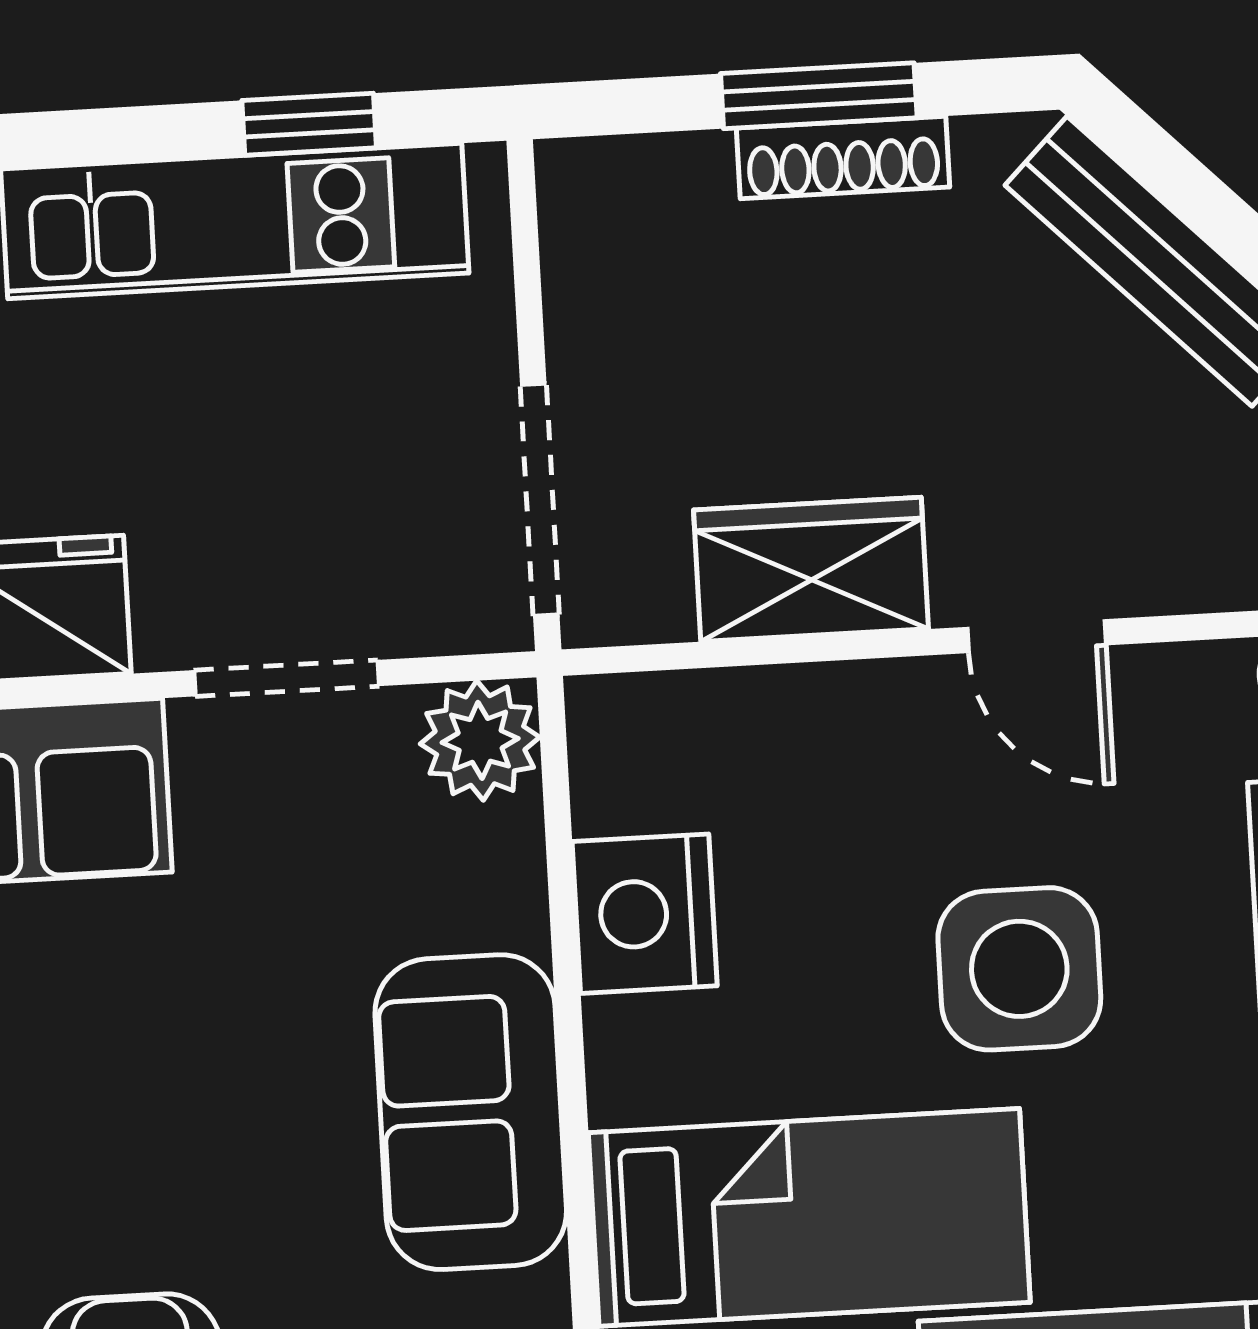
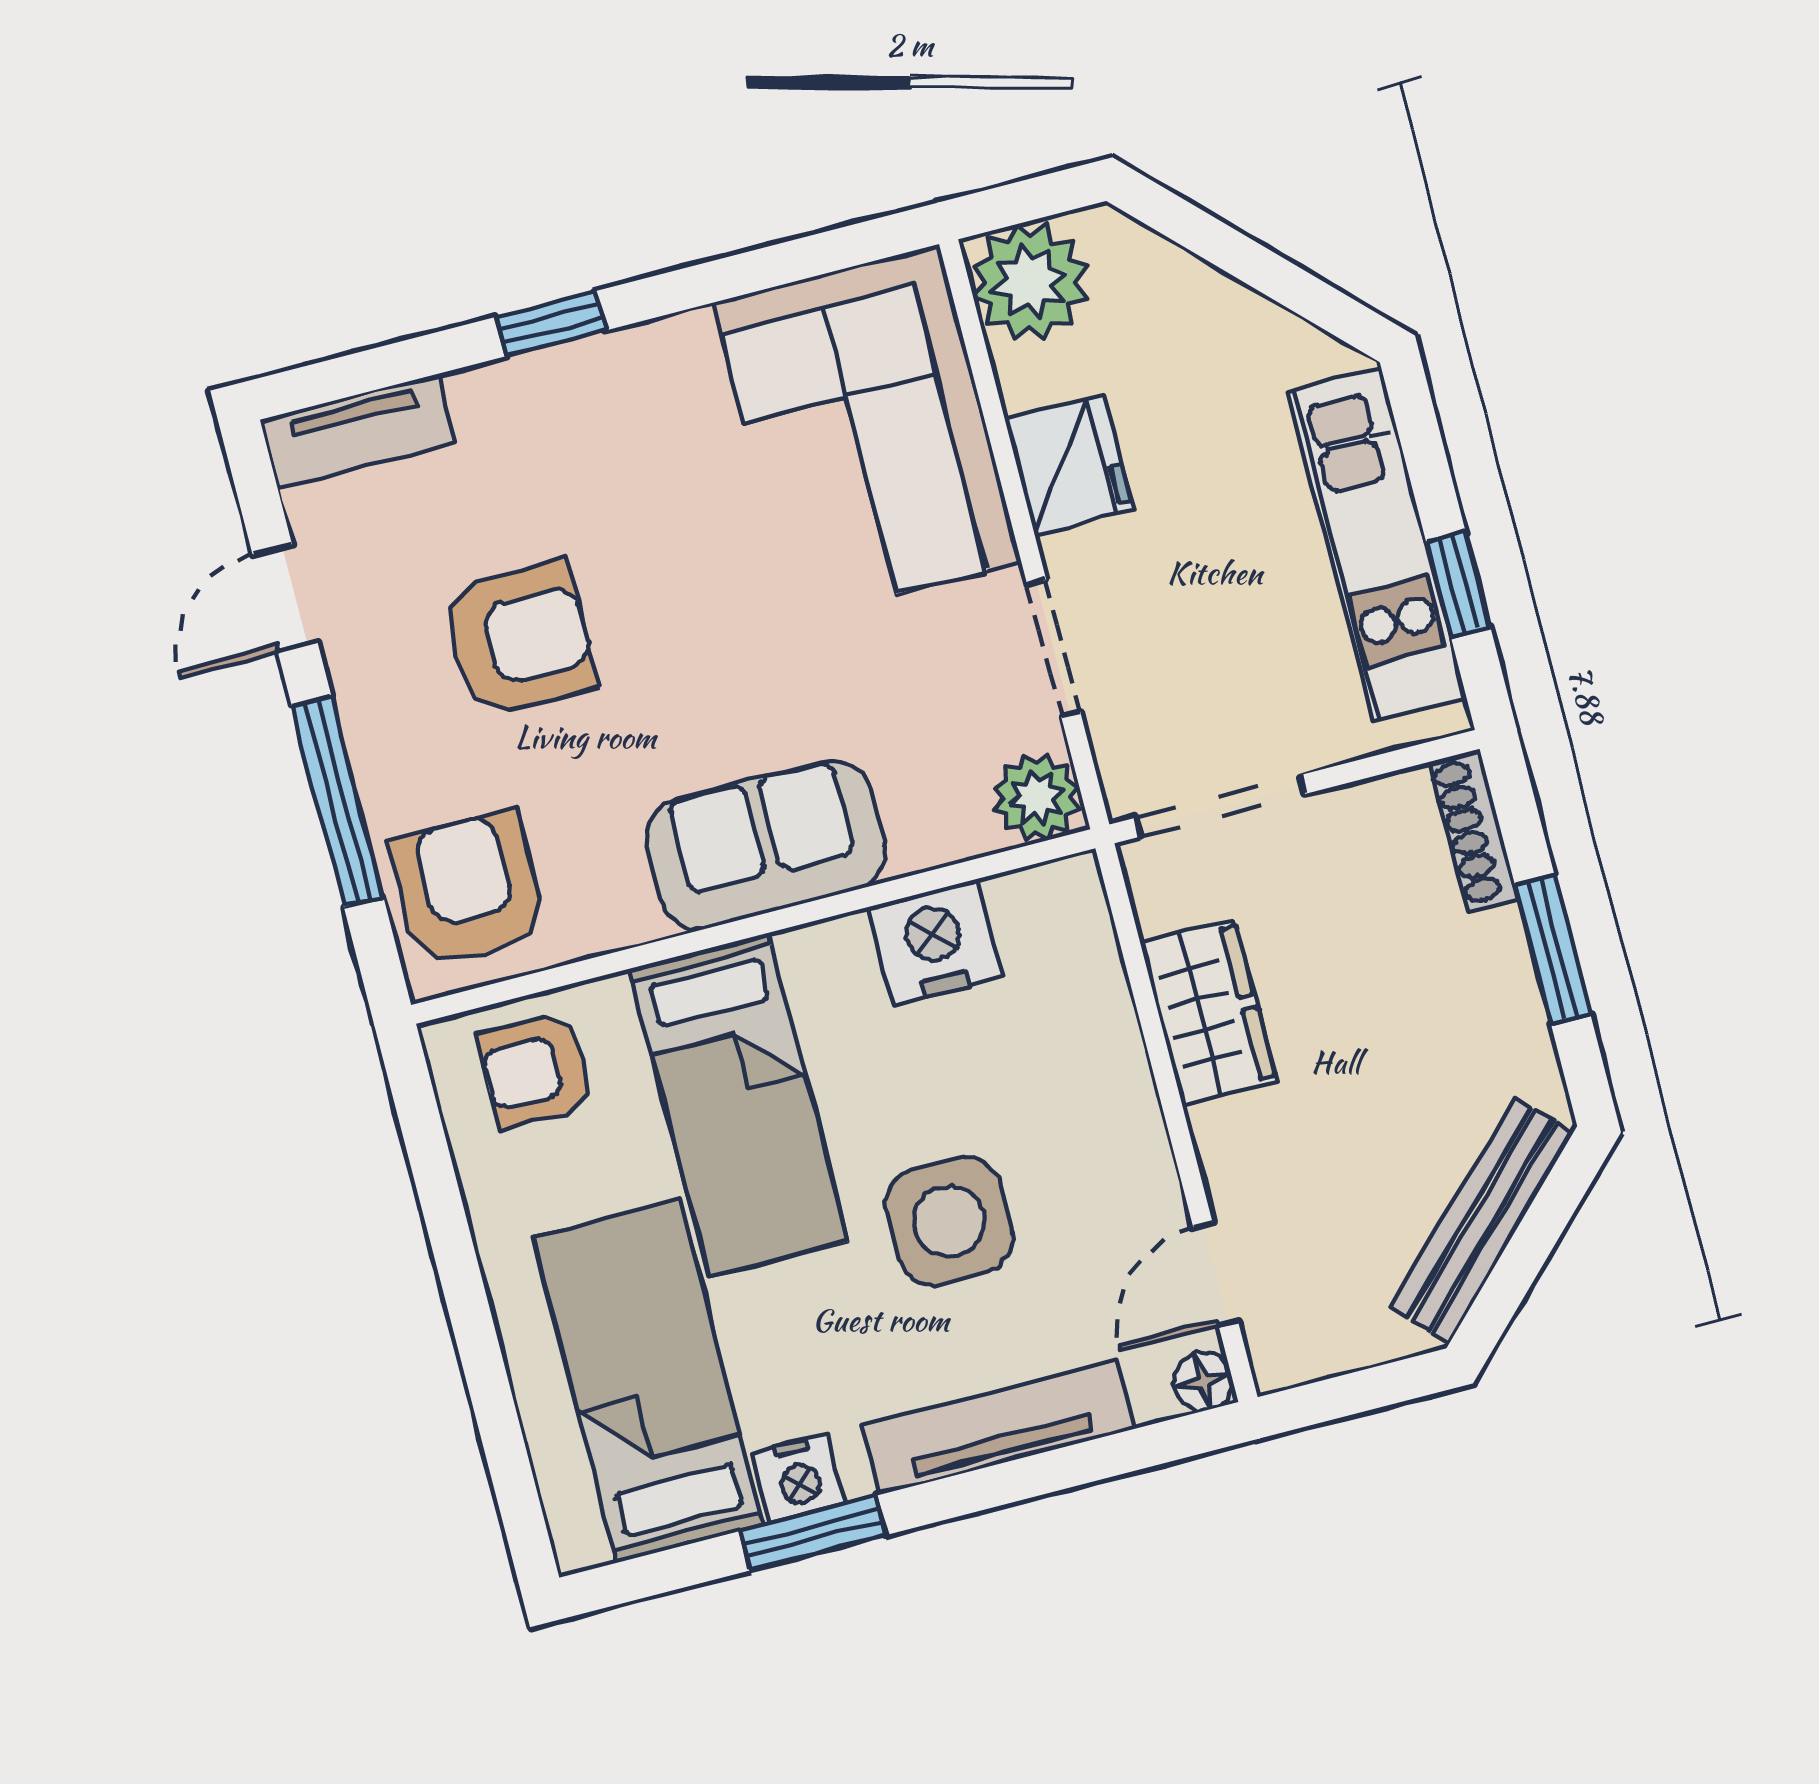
shoe rack: (843, 157) -> (1474, 830), moved
door: (1037, 636) -> (1216, 1274), moved

